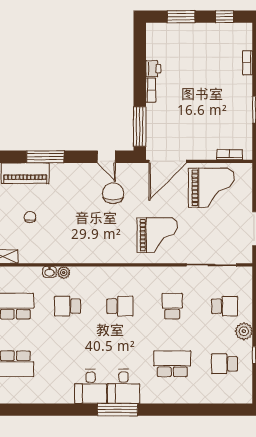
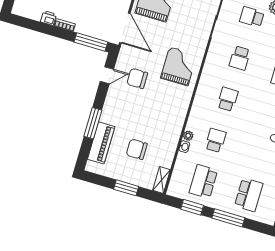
chair: (30, 217) -> (137, 149), width x1.87, depth x1.87
grand piano: (157, 235) -> (179, 66), moved
school desk: (68, 306) -> (216, 140), turned 180
school desk: (172, 306) -> (240, 58), turned -90
school desk: (225, 306) -> (252, 17), turned -90

